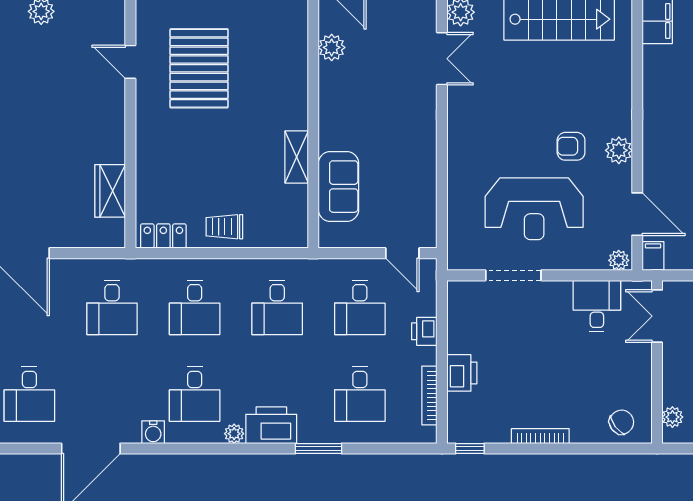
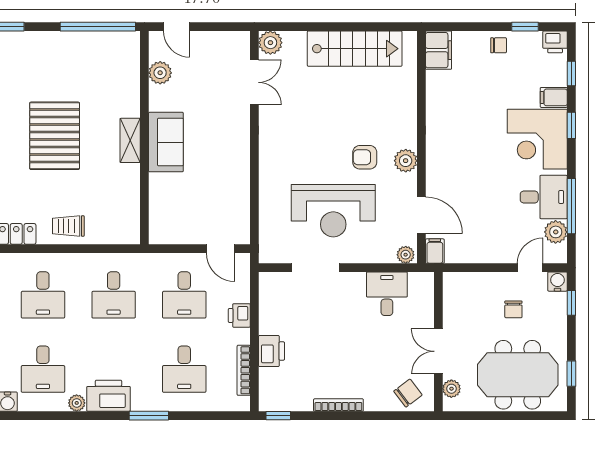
pallet: (199, 68) -> (55, 136), moved
shelving: (297, 157) -> (130, 140), moved
sofa: (338, 187) -> (166, 142), moved
double door: (657, 316) -> (438, 351), moved

